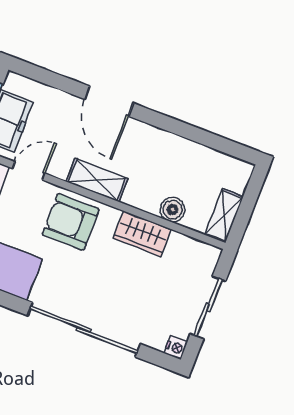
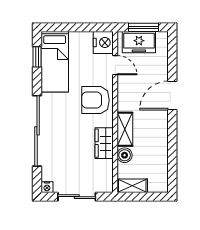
shelving: (97, 180) -> (125, 129), moved
armchair: (71, 222) -> (95, 100), turned -90

